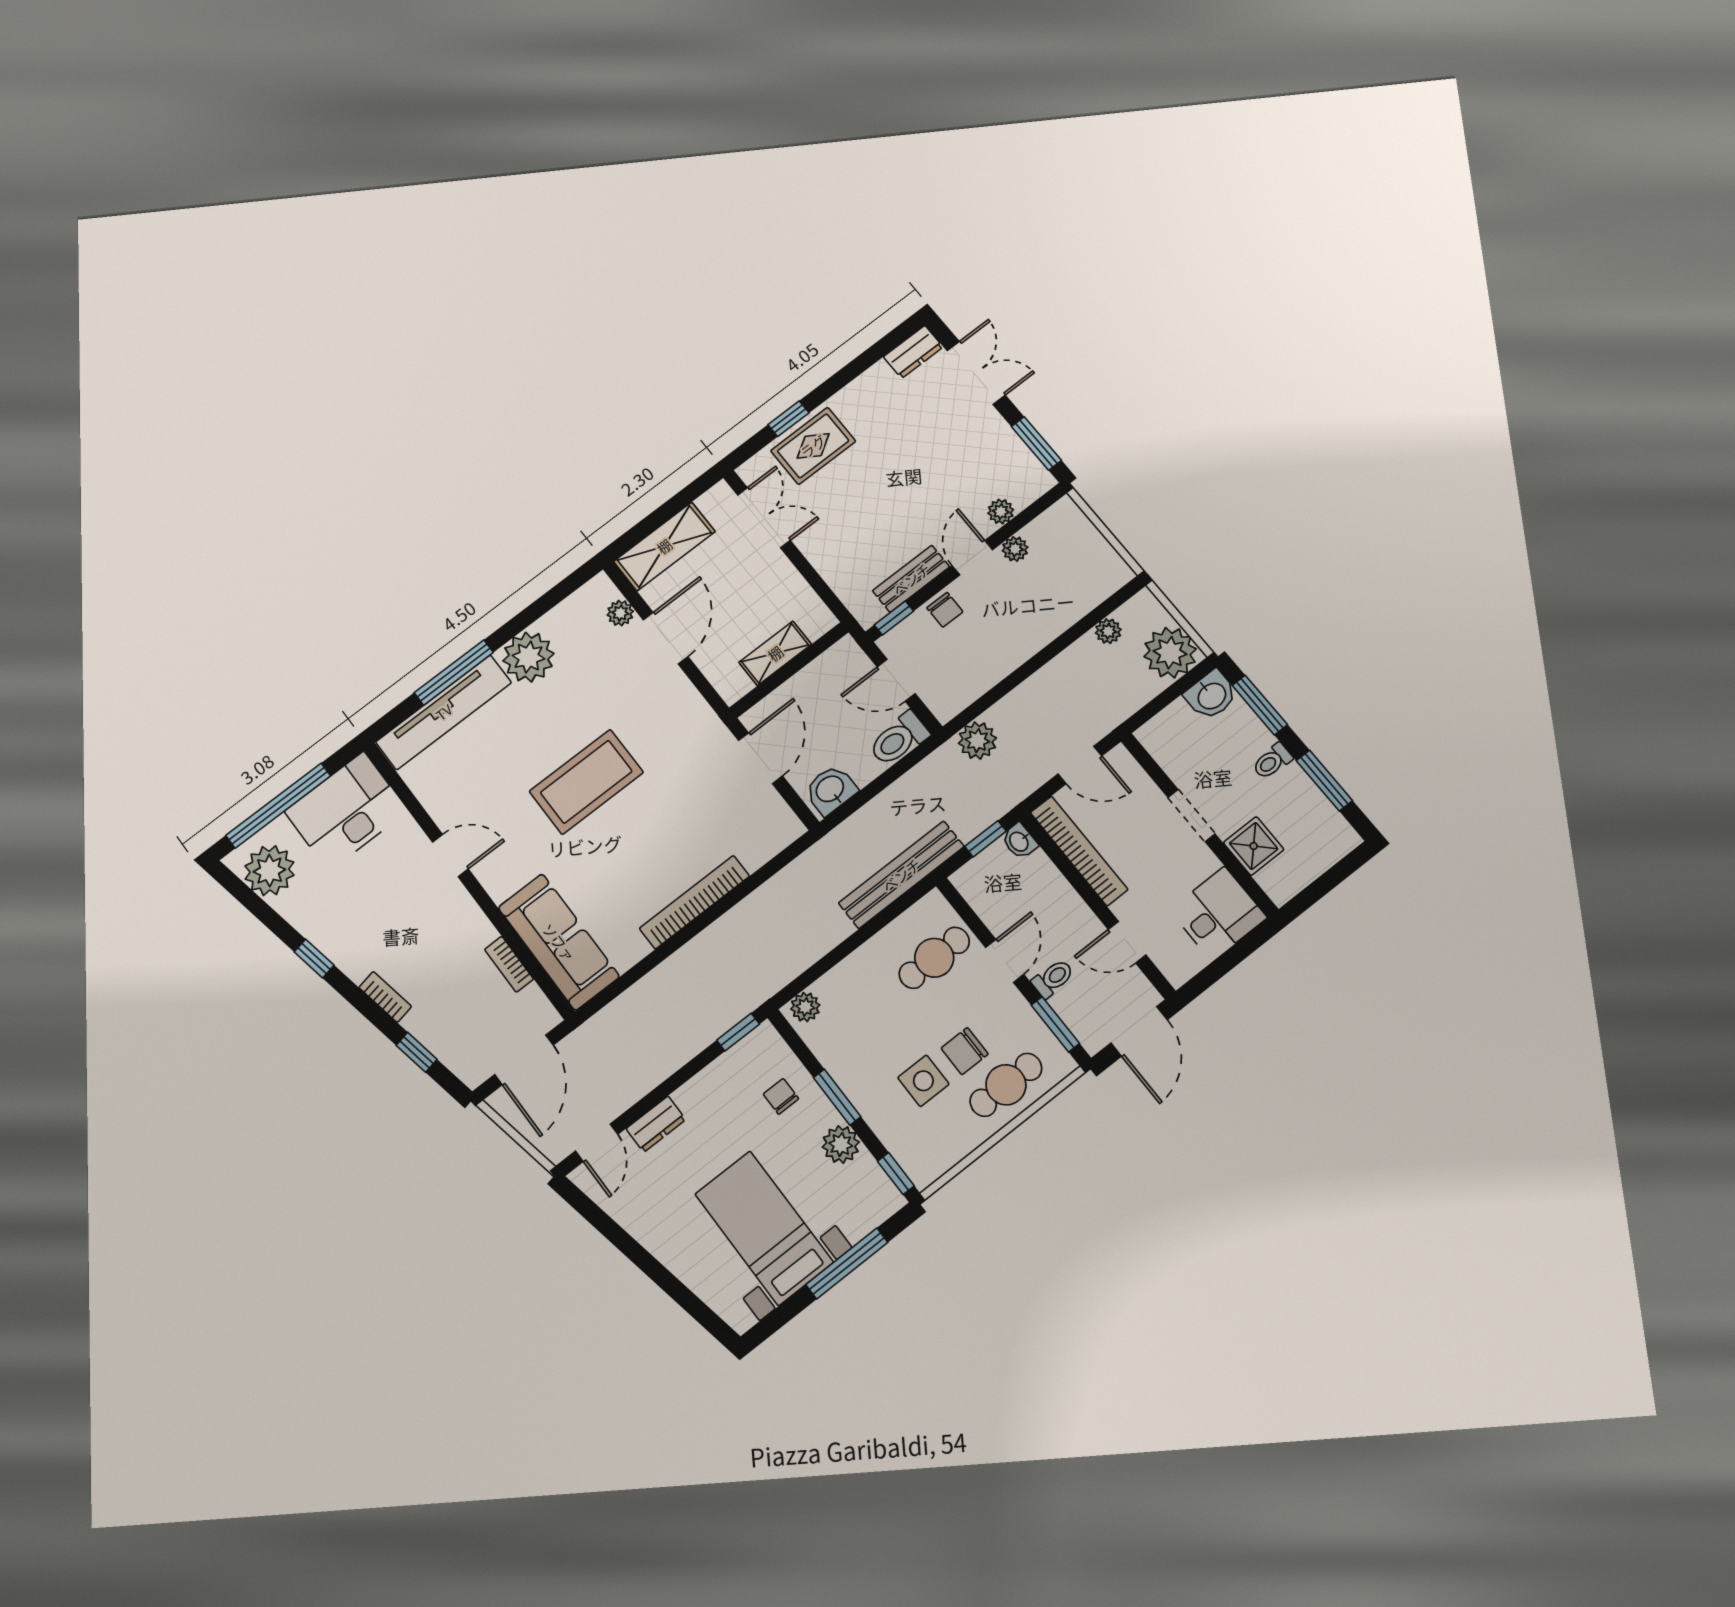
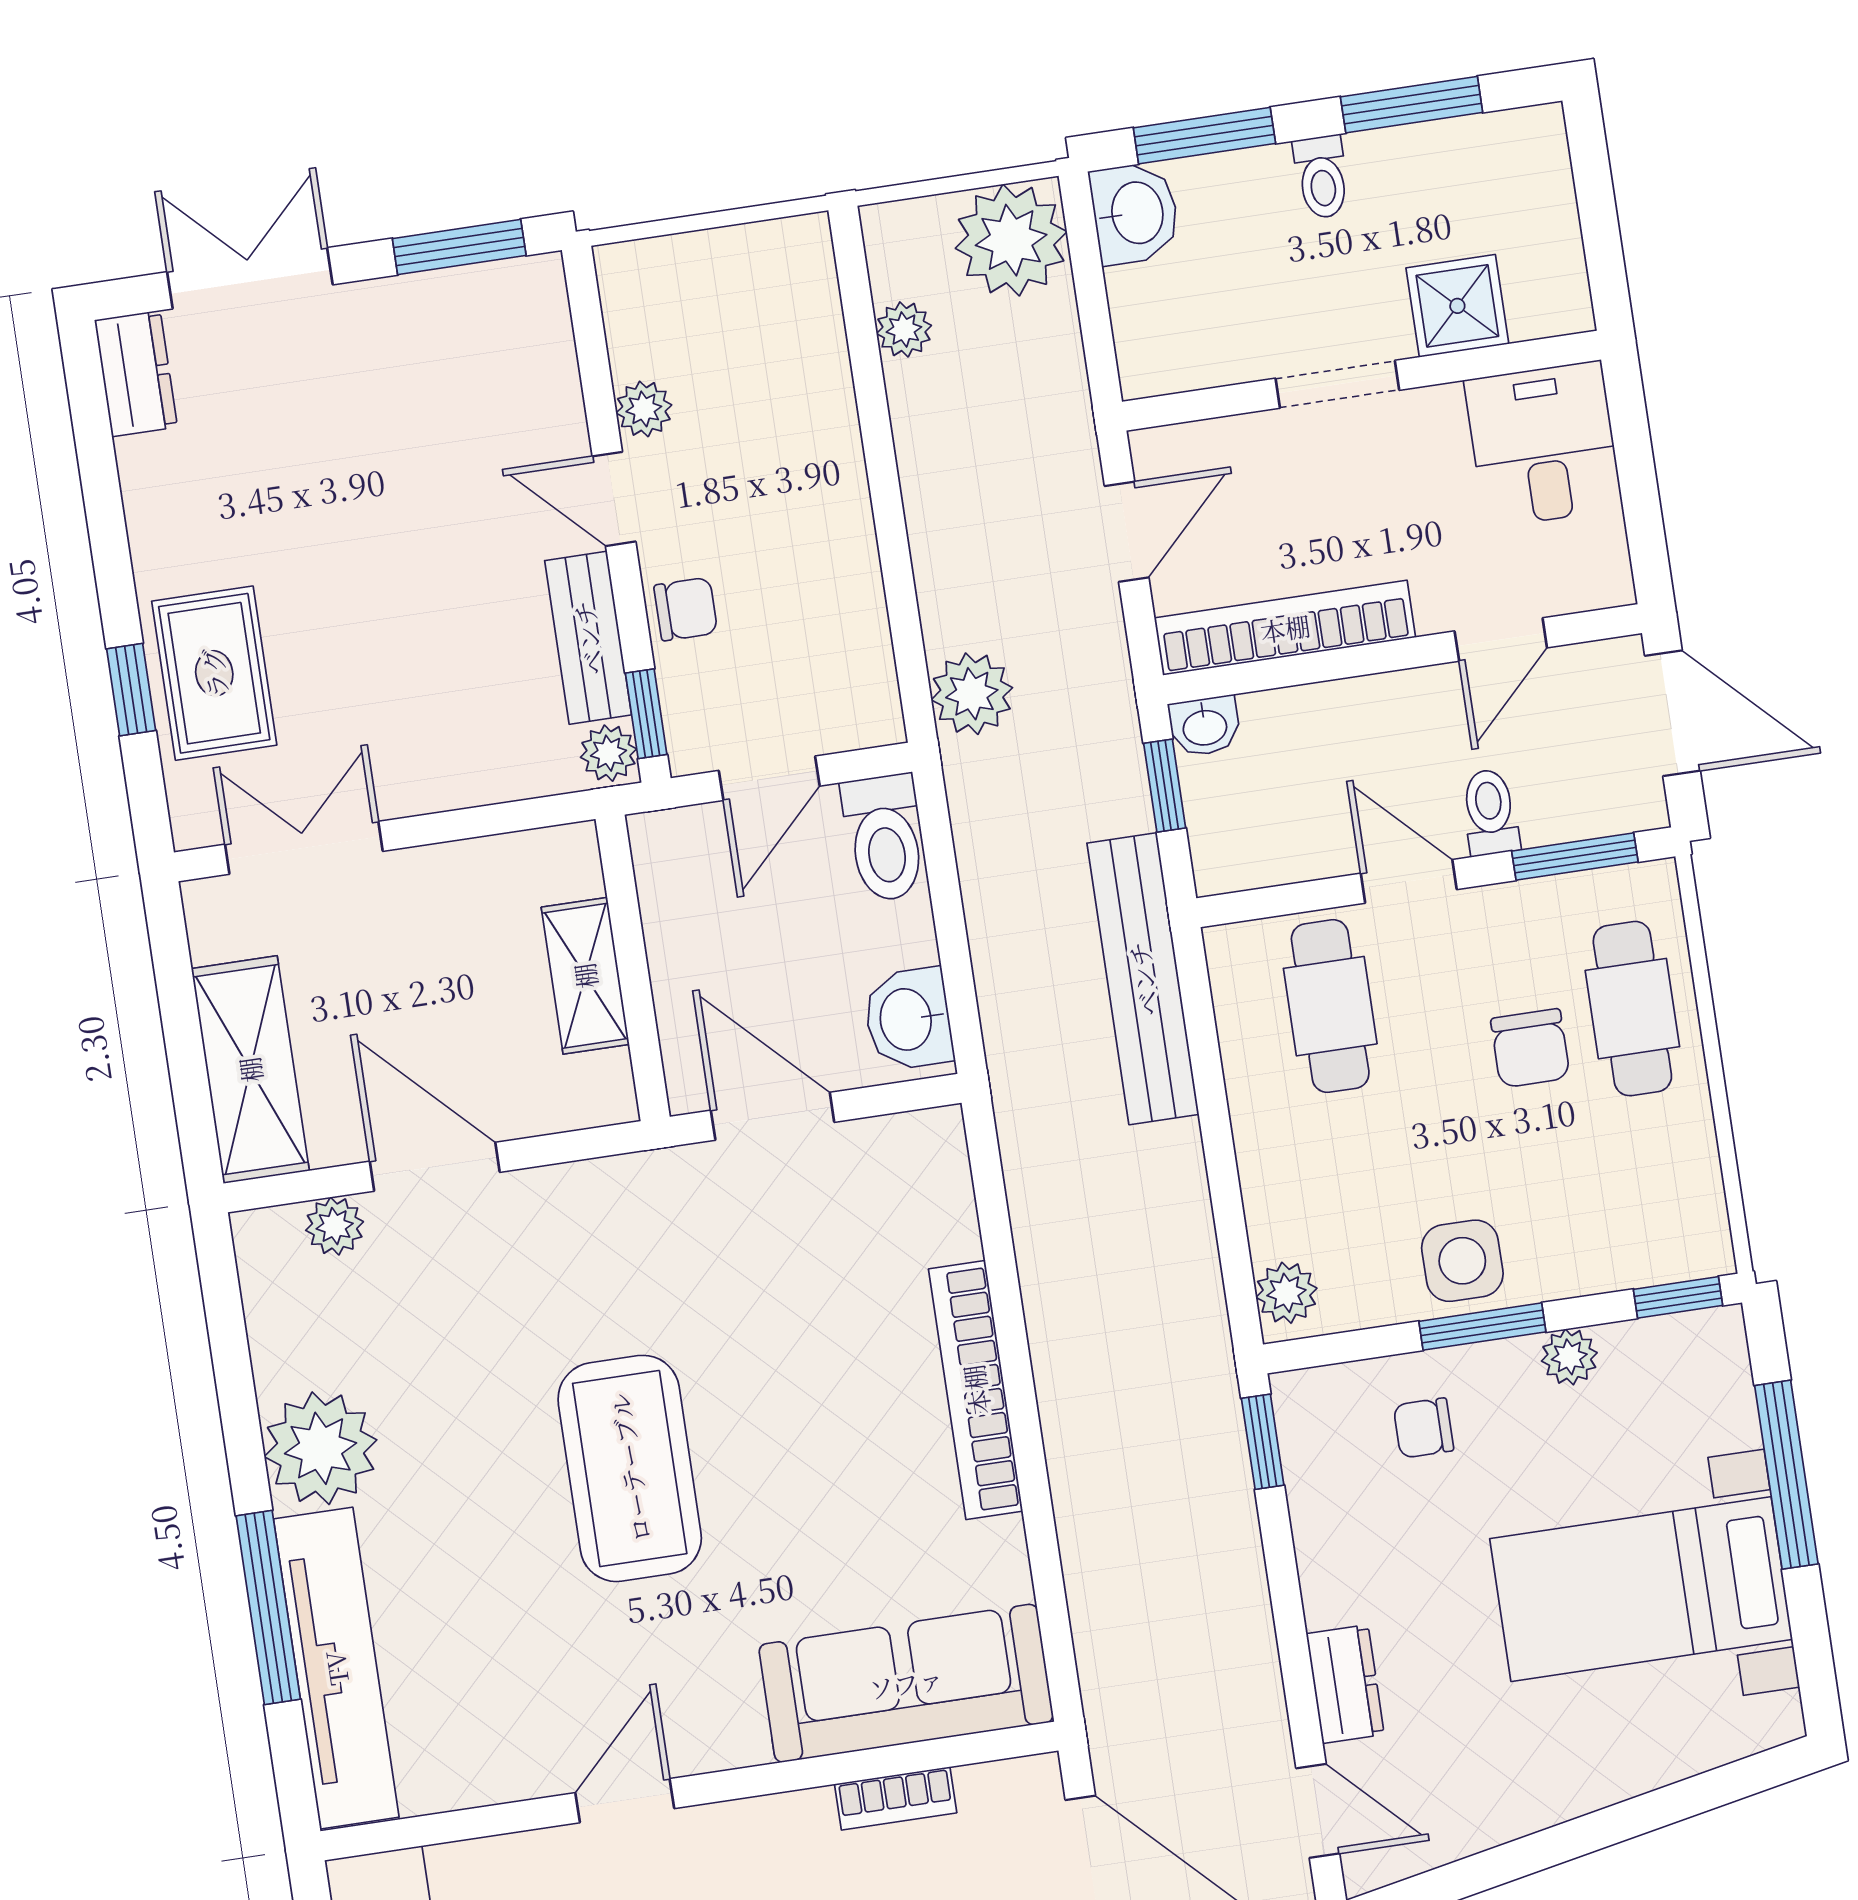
plant: (1001, 512) -> (608, 753), moved
side table: (923, 1081) -> (1462, 1261), moved
plant: (841, 1144) -> (1569, 1357), width x0.73, depth x0.73

